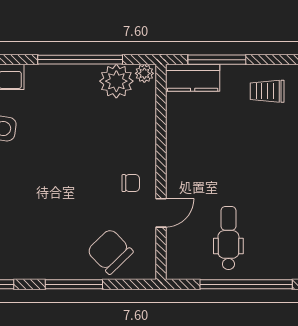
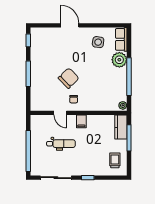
plant: (116, 81) -> (119, 60), moved
filing cabinet: (180, 166) -> (81, 121), added
dental chair: (228, 238) -> (61, 144), moved
chair: (110, 251) -> (69, 78), moved

